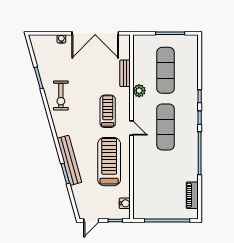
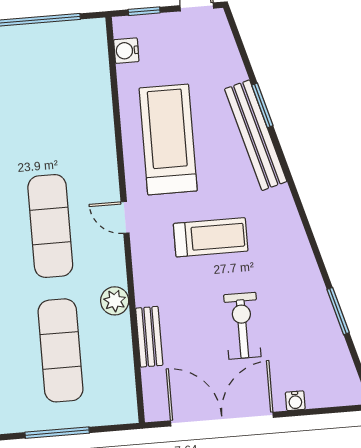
exercise bike: (61, 96) -> (242, 326), moved
treadmill: (108, 111) -> (211, 237), moved, turned -90
treadmill: (109, 162) -> (168, 139), turned 180

